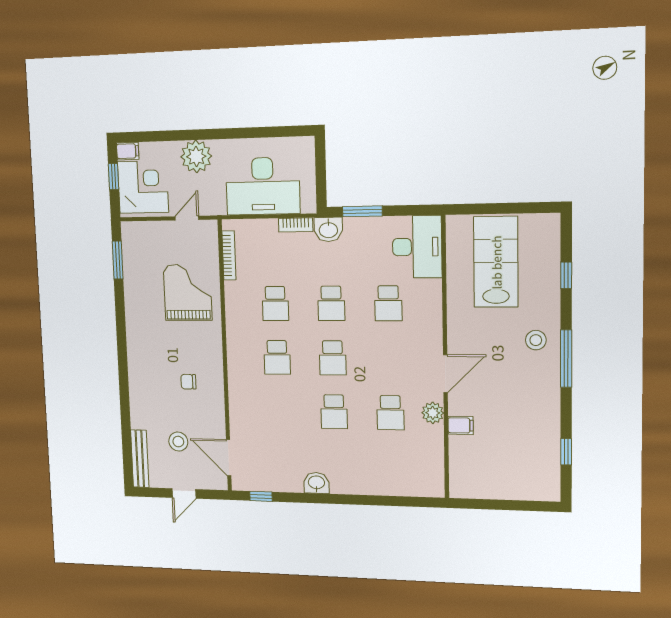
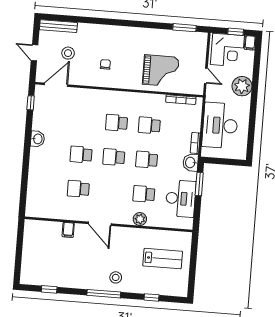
desk: (417, 247) -> (181, 199), moved, turned -90
lab bench: (496, 262) -> (163, 259), width x0.73, depth x0.72
plant: (433, 413) -> (140, 219), moved

